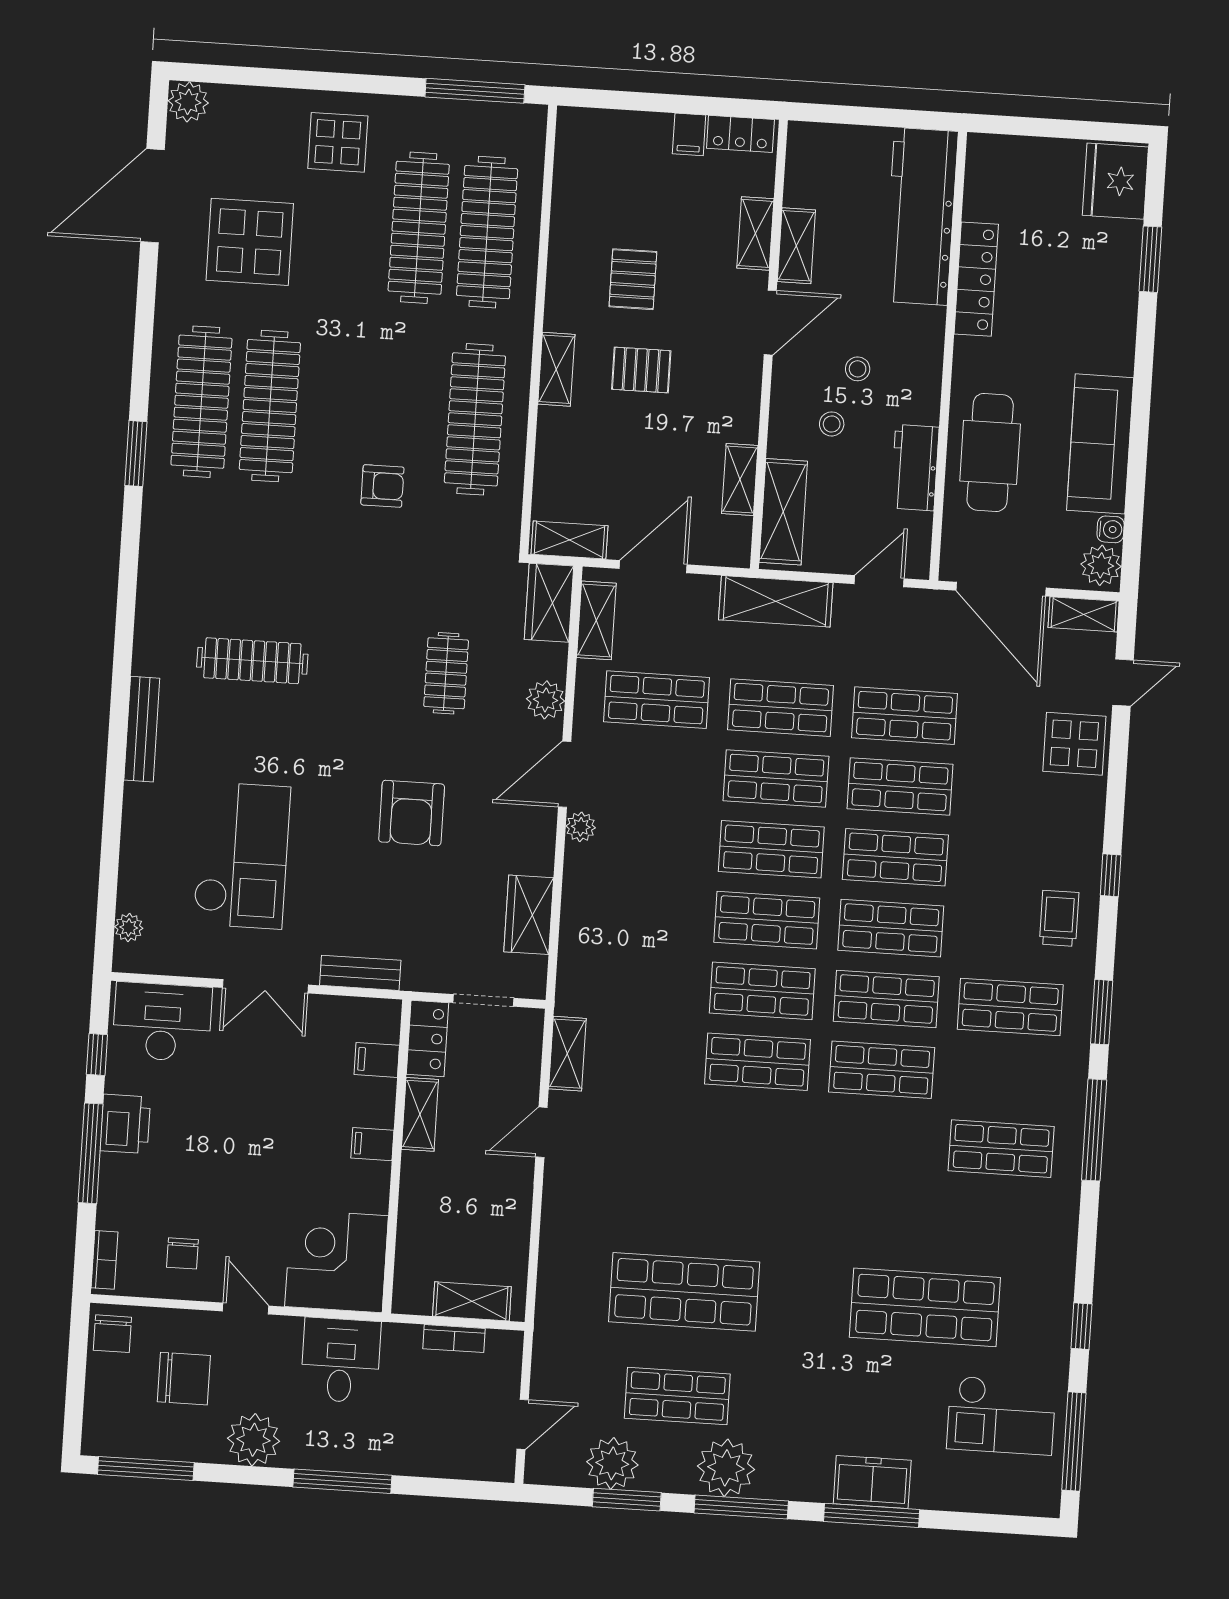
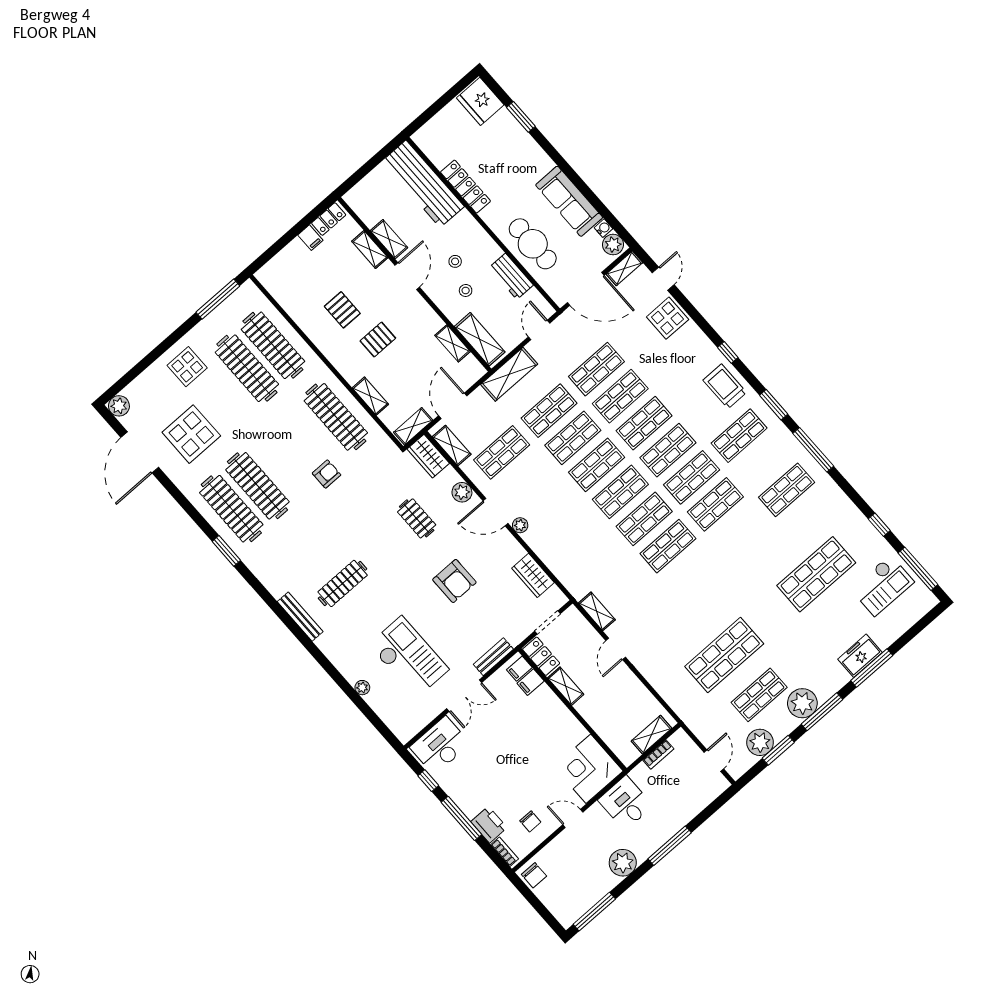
shelving: (556, 369) -> (370, 396), moved
bench: (142, 729) -> (300, 617), moved
door: (565, 774) -> (495, 512), hinge flipped
trolley: (1059, 918) -> (725, 386), width x1.36, depth x1.39
plant: (129, 927) -> (362, 688), moved
printer: (125, 1124) -> (489, 825), moved
filing cabinet: (372, 1144) -> (519, 669), moved
chair: (184, 1379) -> (576, 866), removed

